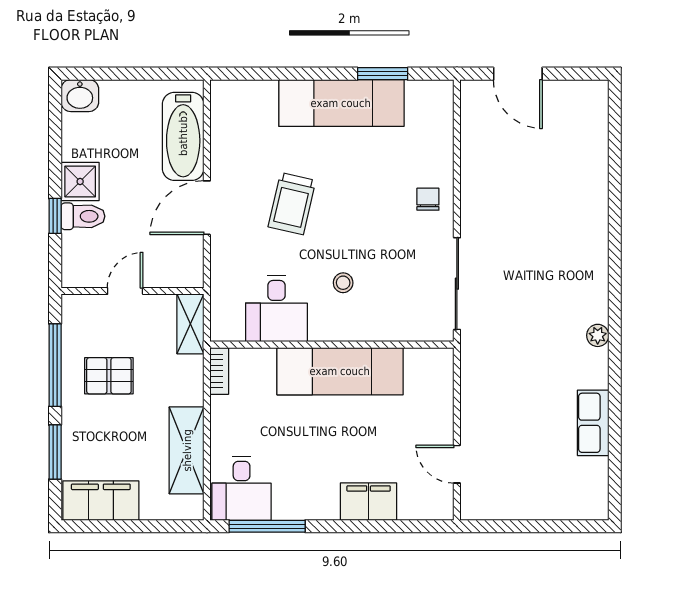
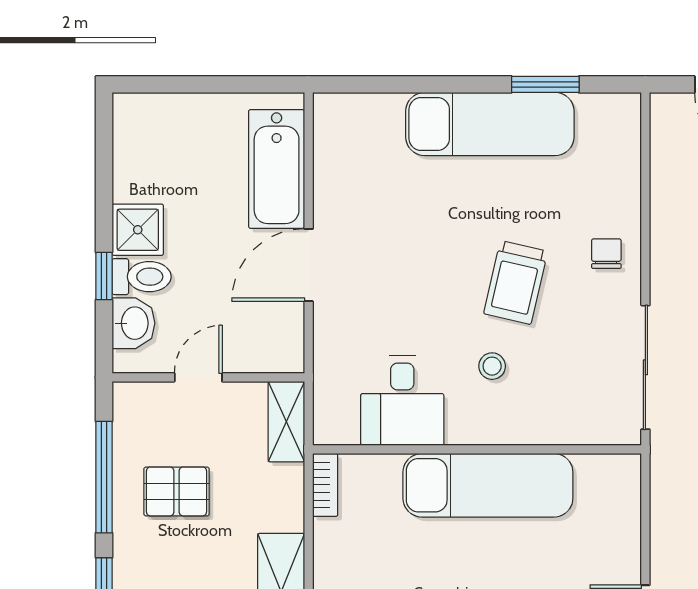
washbasin: (80, 96) -> (133, 323), moved, turned -90
trolley: (292, 204) -> (516, 282), moved

